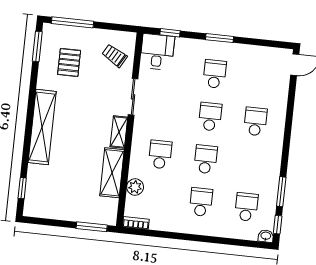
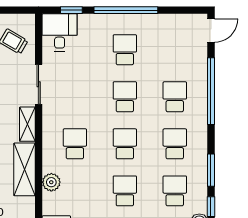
window: (220, 38) -> (126, 10), width x2.11
window: (289, 120) -> (211, 91), added
school desk: (251, 164) -> (175, 144), added

